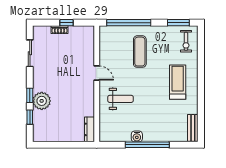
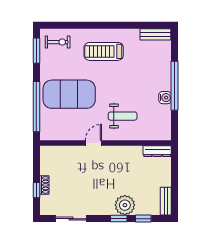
window: (67, 23) -> (36, 190), moved
exercise mat: (140, 52) -> (69, 94), width x2.00, depth x1.45
weight bench: (120, 99) -> (123, 116), turned 90
bench: (45, 137) -> (166, 201), added

